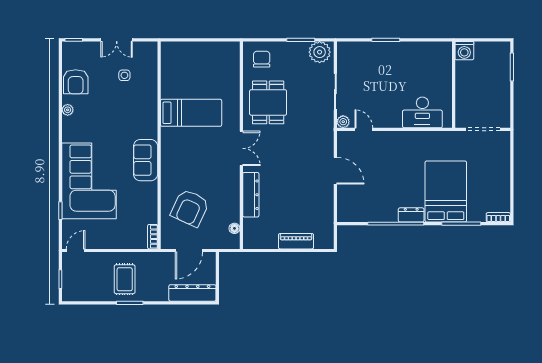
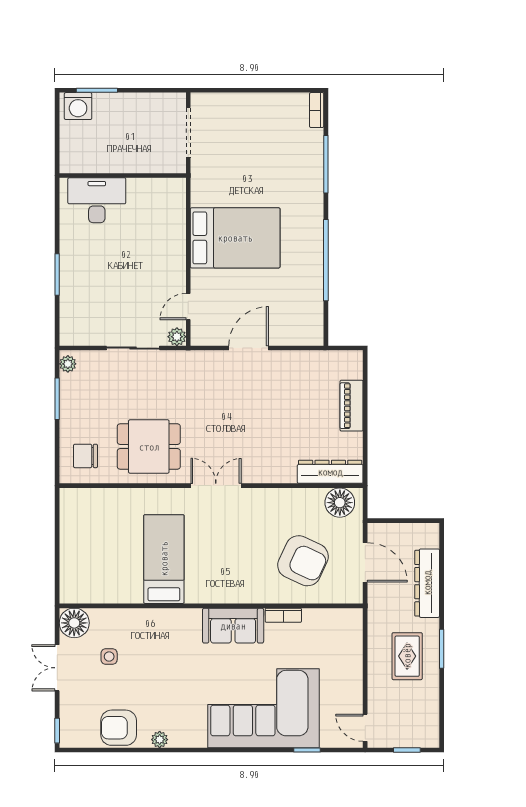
double door: (117, 40) -> (57, 668), swing flipped
floor lamp: (147, 51) -> (74, 623), added
washing machine: (464, 51) -> (78, 106), moved, turned 90
plant: (320, 52) -> (68, 364), width x0.53, depth x0.53
armchair: (76, 82) -> (119, 728), turned 180
desk: (422, 112) -> (97, 200), moved, turned -90
bed: (446, 191) -> (235, 238), moved, turned 180
dresser: (251, 195) -> (330, 472), moved
dresser: (411, 215) -> (313, 237), removed
floor lamp: (234, 228) -> (340, 503), width x1.89, depth x1.89
bookcase: (153, 237) -> (283, 615), moved
rug: (125, 279) -> (407, 656), turned 90
dresser: (192, 293) -> (427, 583), moved

